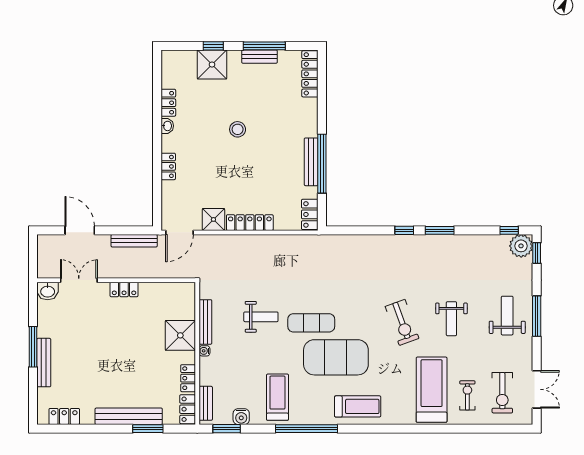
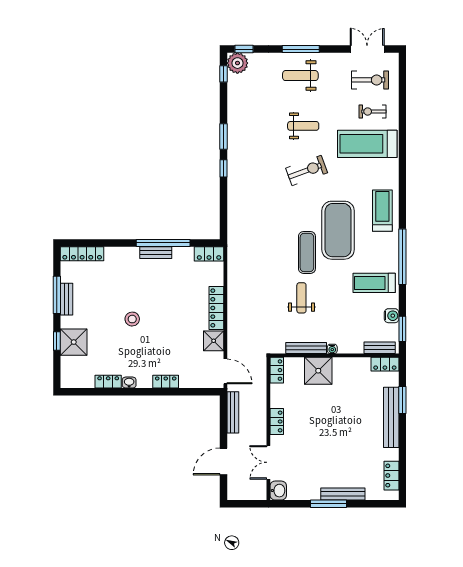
bench: (311, 162) -> (156, 253), width x0.73
locker: (188, 378) -> (277, 370), moved, turned -90

